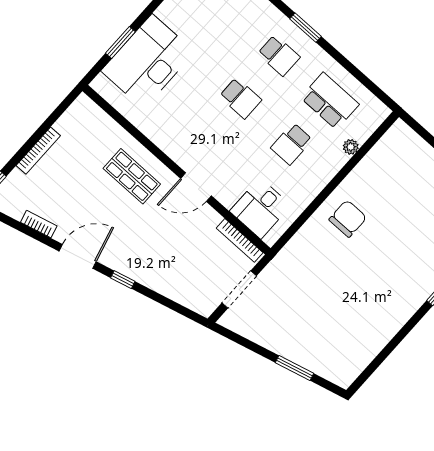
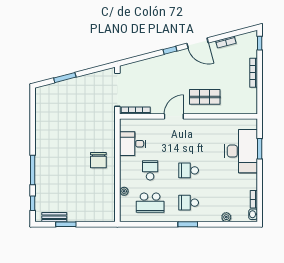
desk: (260, 208) -> (133, 144), moved, turned -90
door: (78, 256) -> (198, 43), hinge flipped
doorway: (239, 289) -> (117, 90), width x1.36

